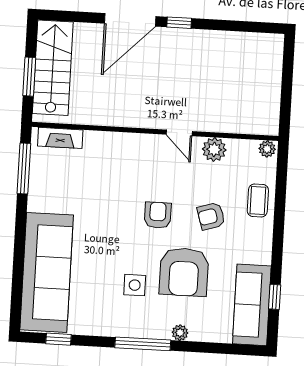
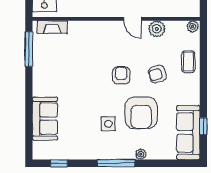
sofa: (47, 272) -> (45, 119), width x0.54, depth x0.79

